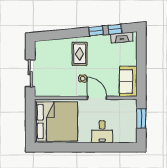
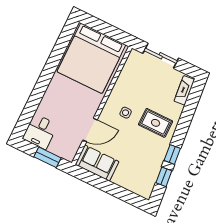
fireplace: (122, 38) -> (184, 90), moved
door: (97, 98) -> (90, 130), moved
desk: (102, 132) -> (40, 132), moved, turned -90

